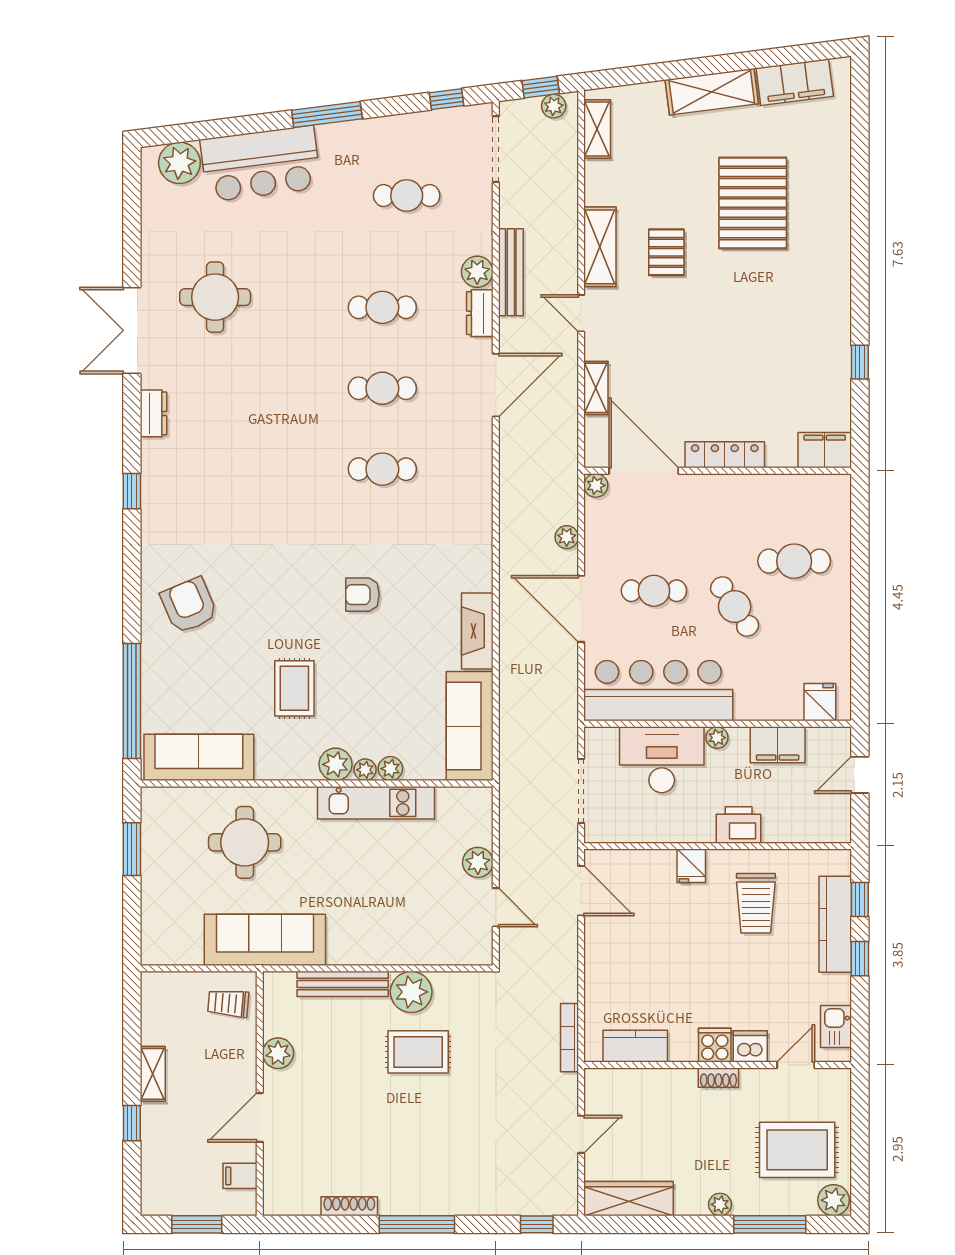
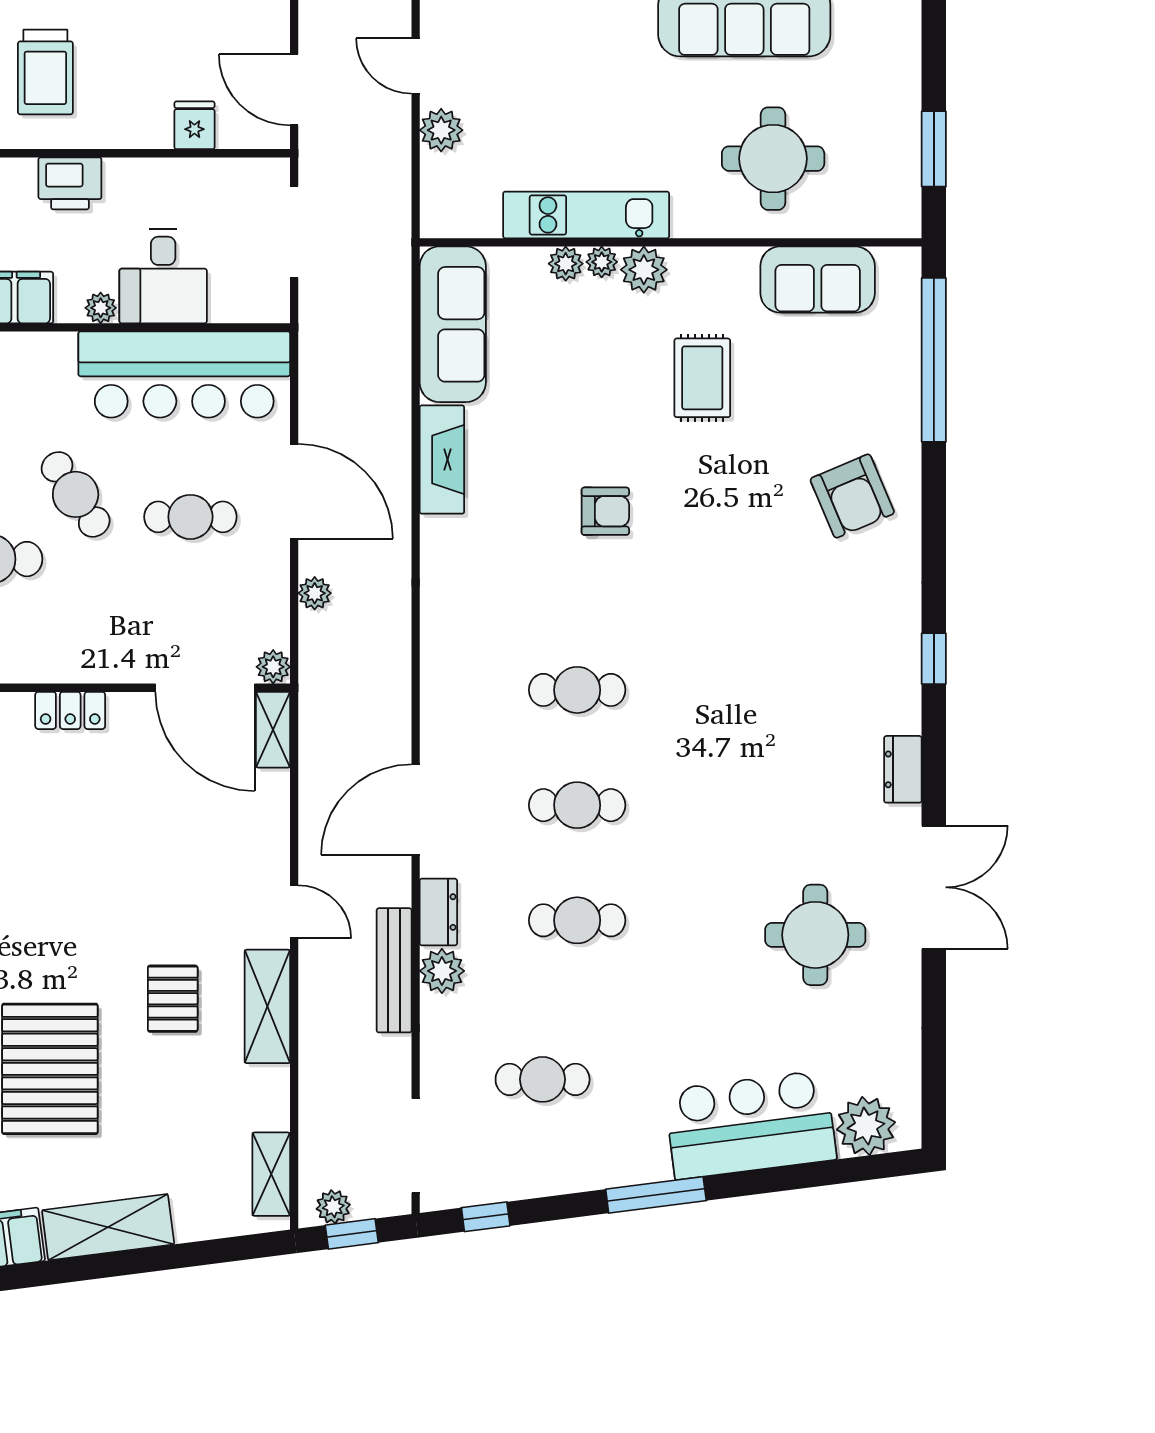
shelving: (596, 388) -> (273, 730), moved
locker: (725, 455) -> (70, 710), width x0.66
sofa: (199, 757) -> (818, 280), width x0.73
desk: (662, 760) -> (163, 276), width x0.73
fridge: (691, 866) -> (194, 125), moved
trolley: (756, 903) -> (45, 72), turned 180

